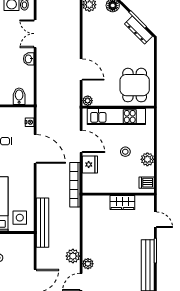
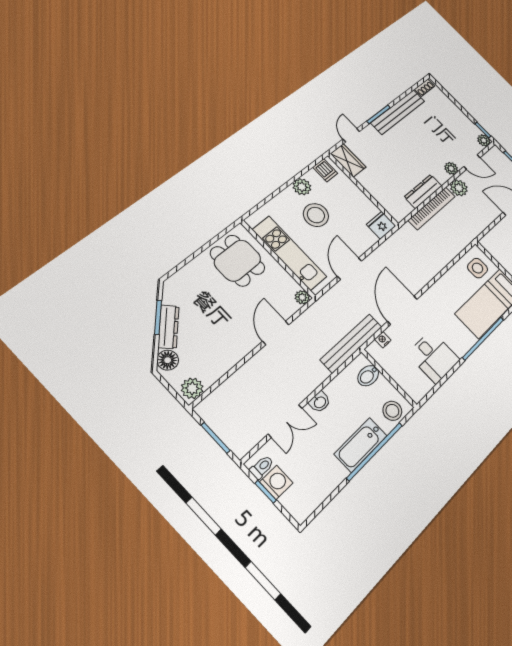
dresser: (139, 30) -> (169, 327), moved
dining table: (135, 85) -> (238, 261), turned 90
stool: (125, 152) -> (316, 215), width x1.89, depth x1.89
fridge: (90, 164) -> (381, 225), moved
bookcase: (75, 185) -> (432, 208), moved
wardrobe: (122, 202) -> (348, 160), moved
bench: (43, 223) -> (351, 343), moved
dresser: (89, 231) -> (423, 191), added

